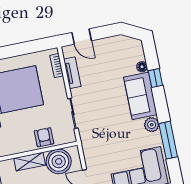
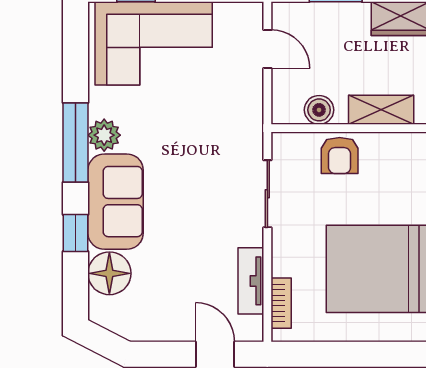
floor lamp: (142, 67) -> (109, 273), width x1.89, depth x1.89
window: (168, 140) -> (76, 142), moved
boiler: (59, 161) -> (319, 110), width x0.54, depth x0.54

